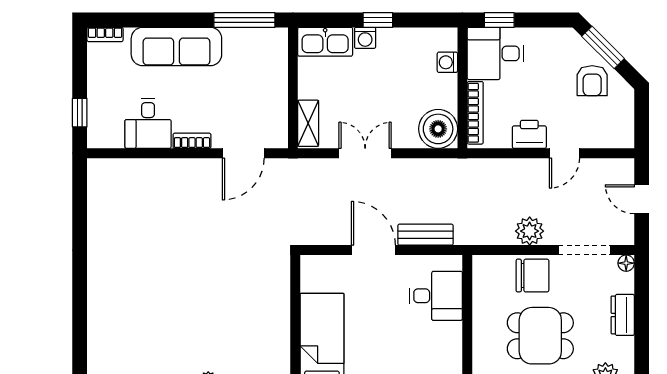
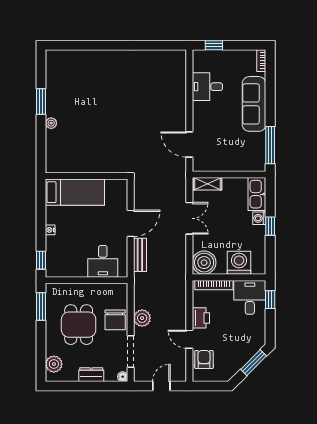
washing machine: (447, 62) -> (239, 263), width x1.89, depth x1.89
armchair: (592, 81) -> (204, 360), moved, turned 90
bookcase: (192, 141) -> (197, 113), removed

